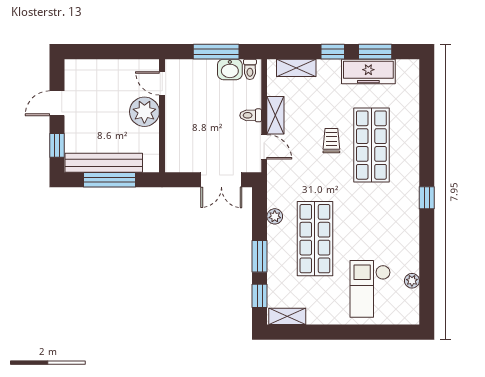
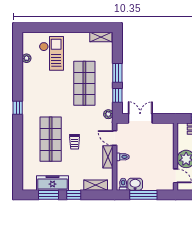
plant: (275, 216) -> (108, 114), moved
window: (260, 296) -> (117, 95), moved

